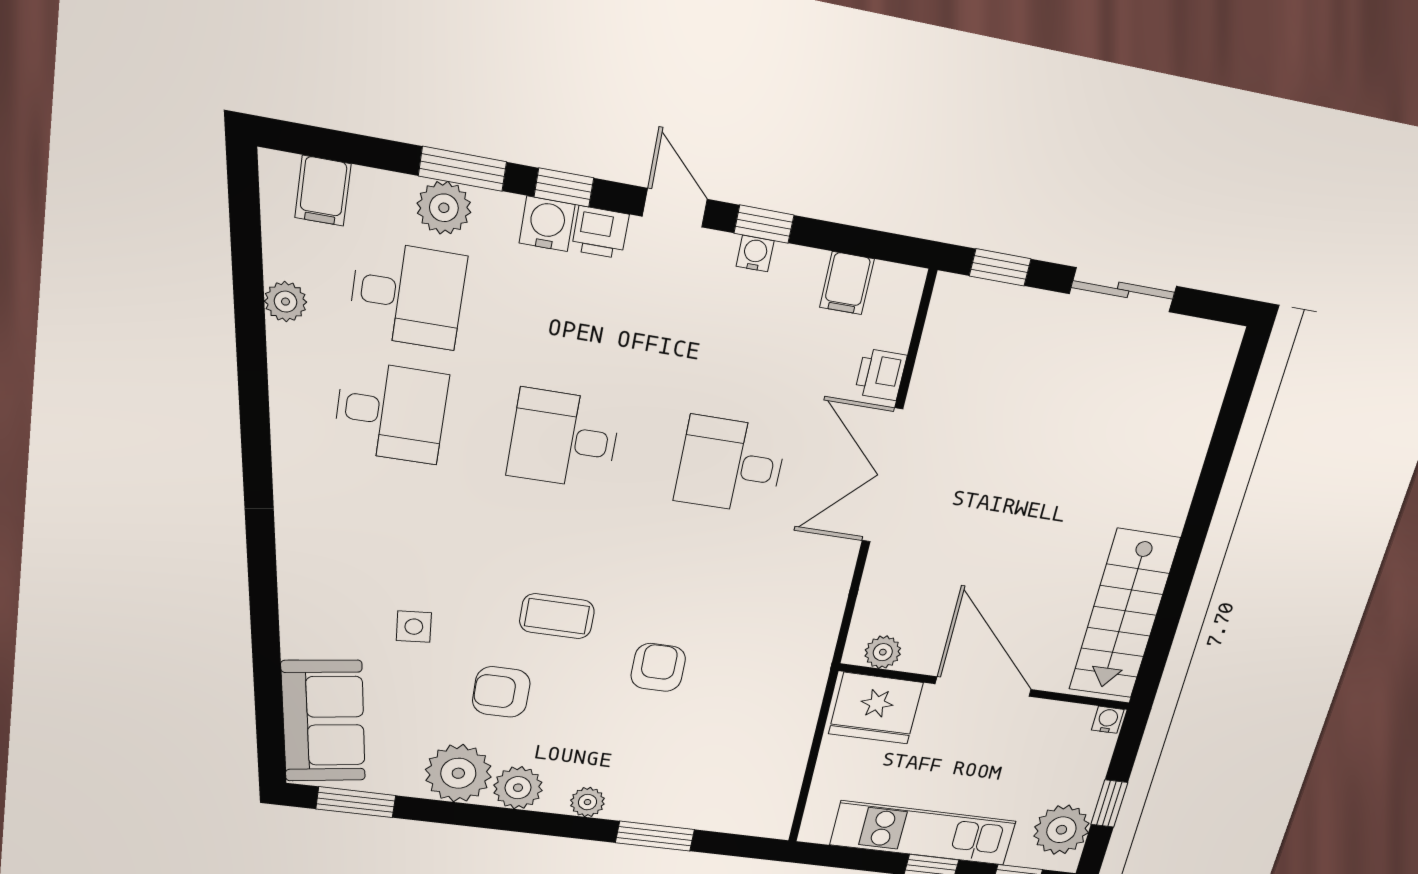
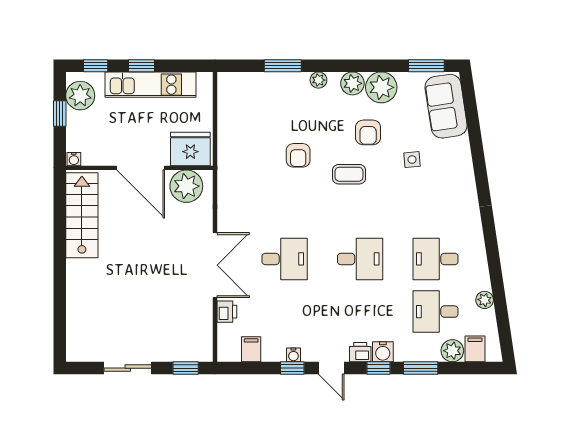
plant: (444, 208) -> (452, 351), moved
plant: (883, 652) -> (186, 186), width x1.87, depth x1.87
armchair: (501, 692) -> (368, 132), turned 90

